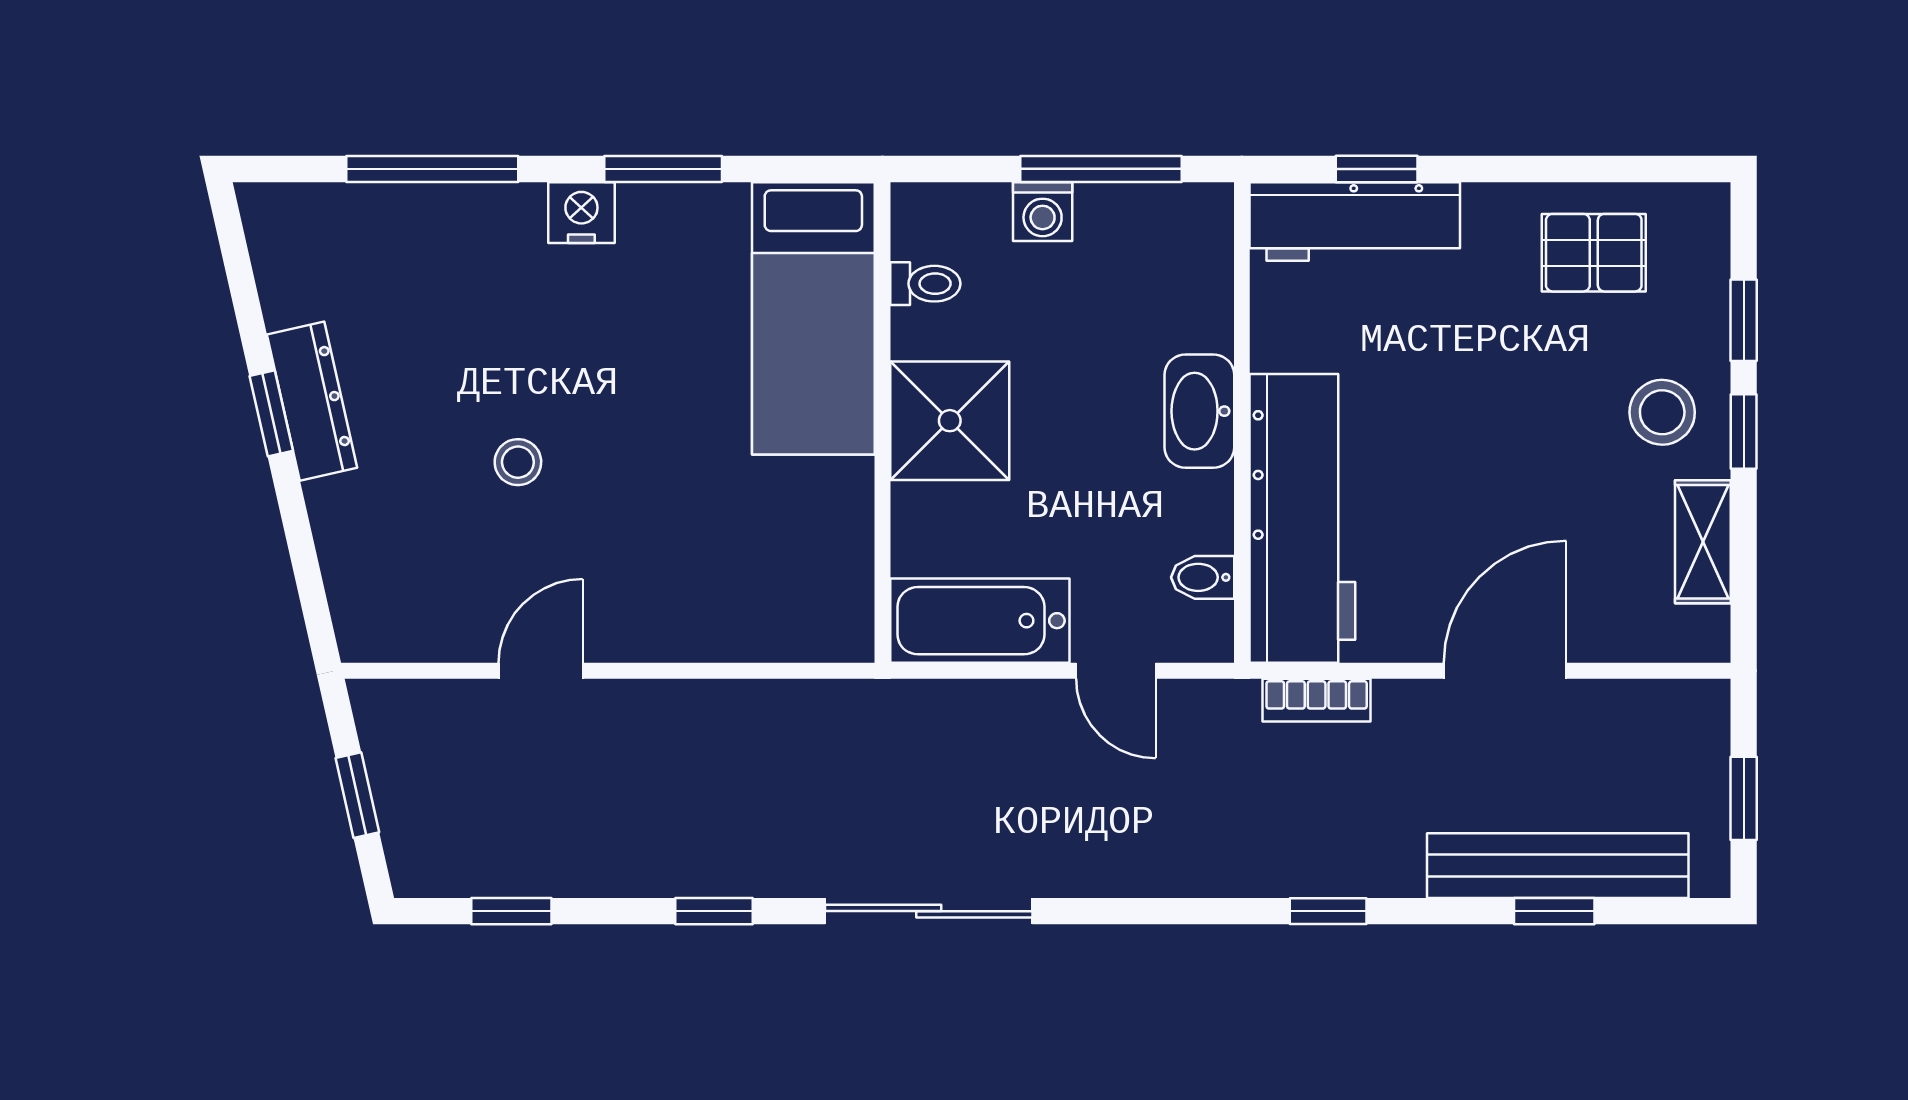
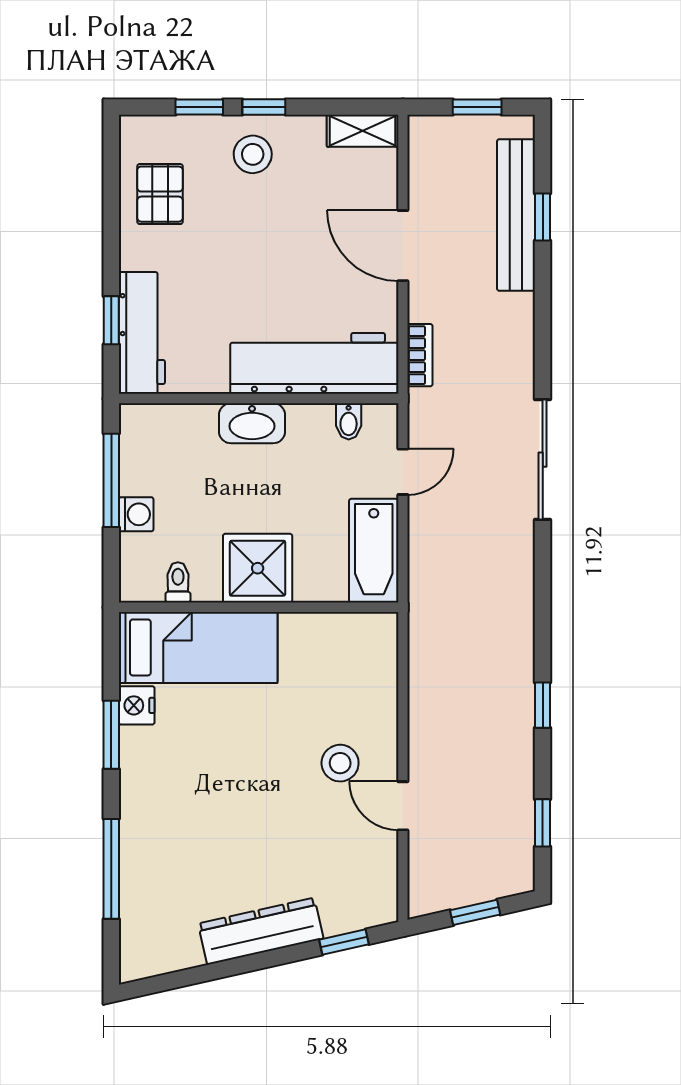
nightstand: (581, 213) -> (137, 705), moved
dresser: (312, 401) -> (261, 931), width x1.37, depth x1.24
window: (271, 413) -> (344, 942), moved
stool: (518, 462) -> (340, 763), moved, width x1.37, depth x1.37
shelving: (1703, 542) -> (363, 131), moved
sliding door: (929, 911) -> (543, 460), moved
window: (1328, 911) -> (543, 348), removed

